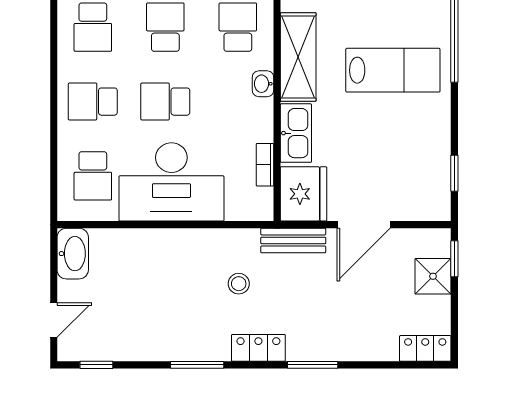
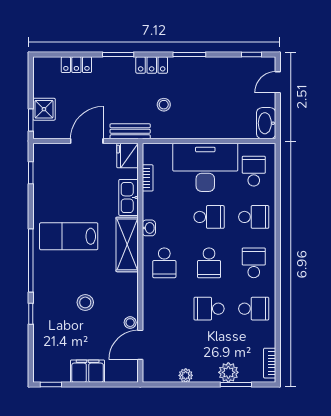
fridge: (304, 194) -> (127, 156), width x0.73, depth x0.75
locker: (425, 348) -> (76, 65), moved

